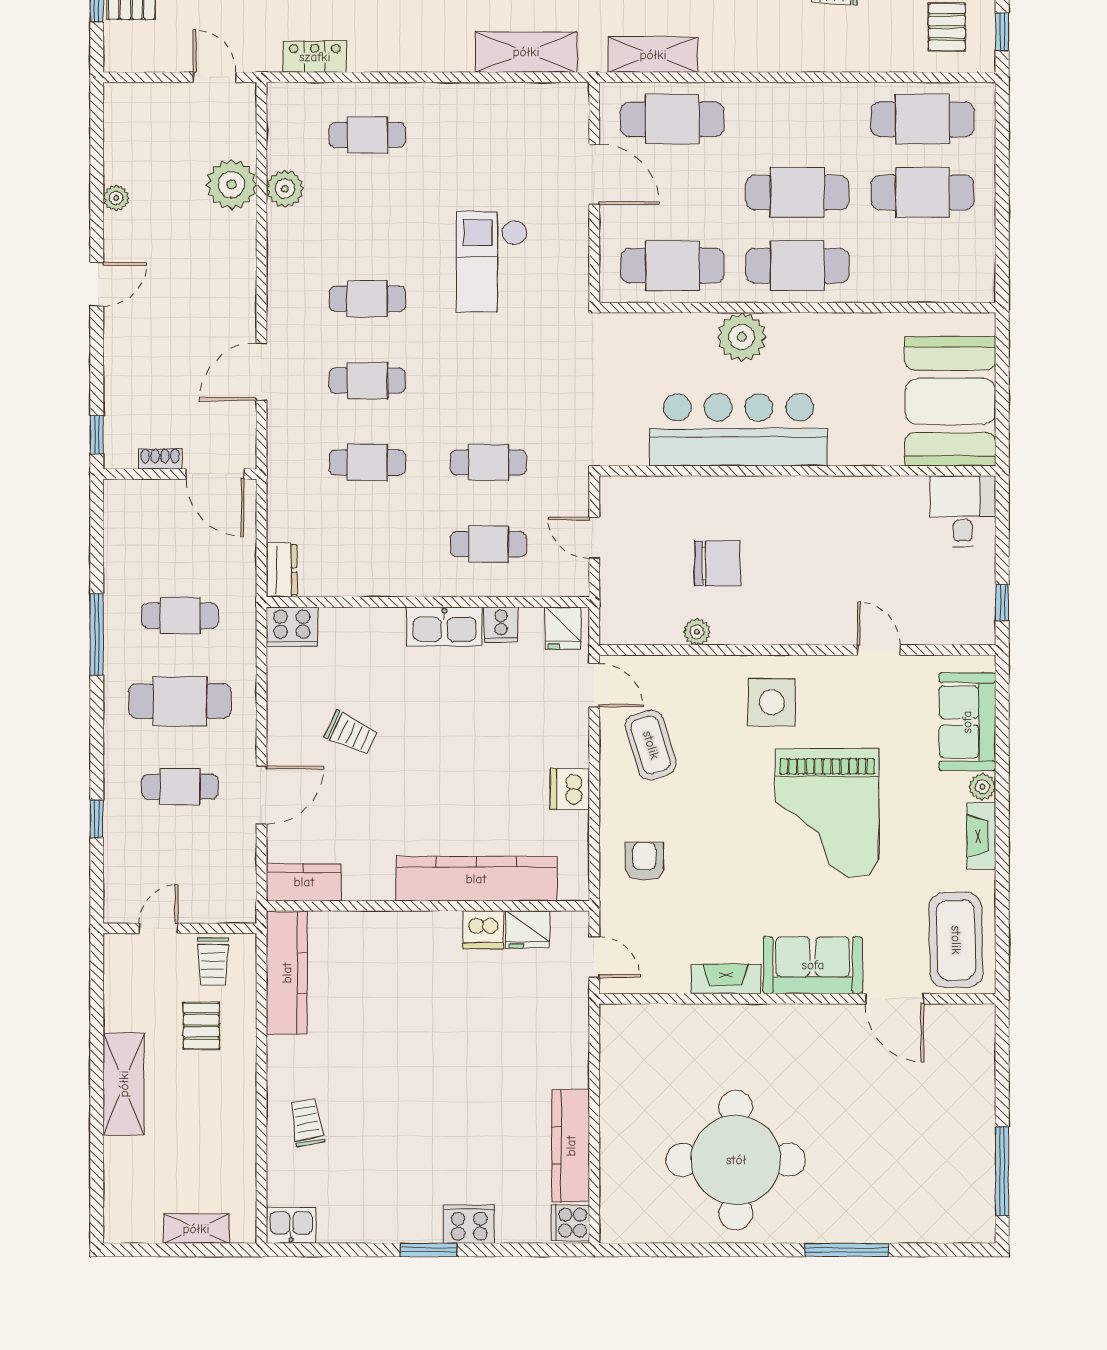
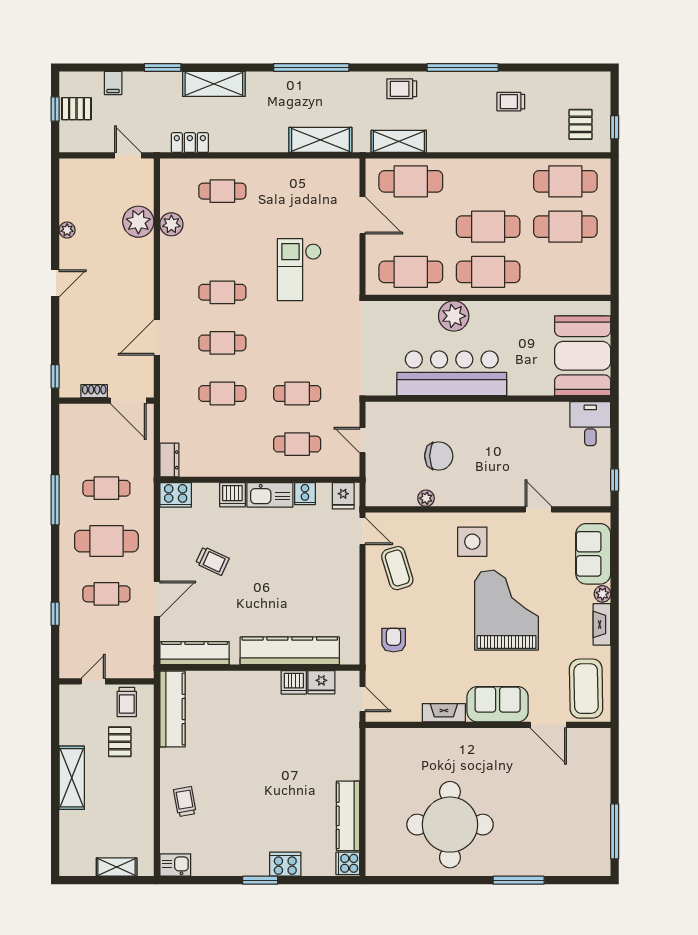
dishwasher: (570, 789) -> (232, 495), moved, turned -90
grand piano: (827, 813) -> (507, 610), turned 180
kitchen counter: (304, 882) -> (195, 653), width x1.50

